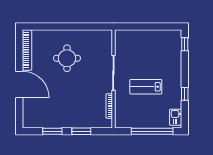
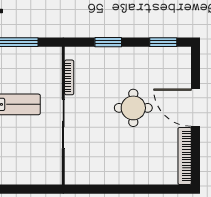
round table: (67, 58) -> (133, 108), moved
window: (52, 131) -> (163, 42), moved

